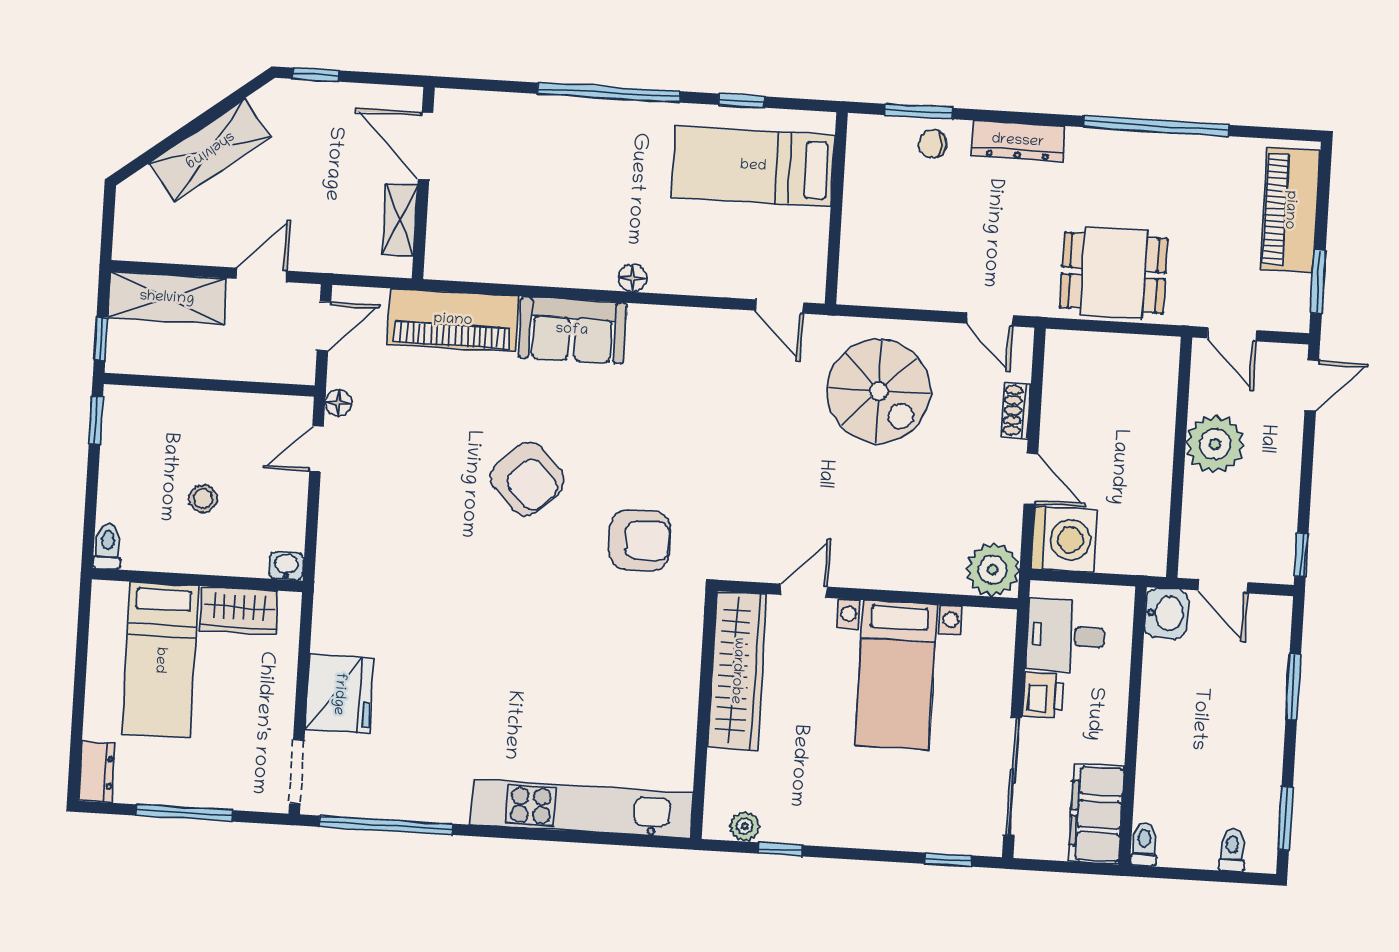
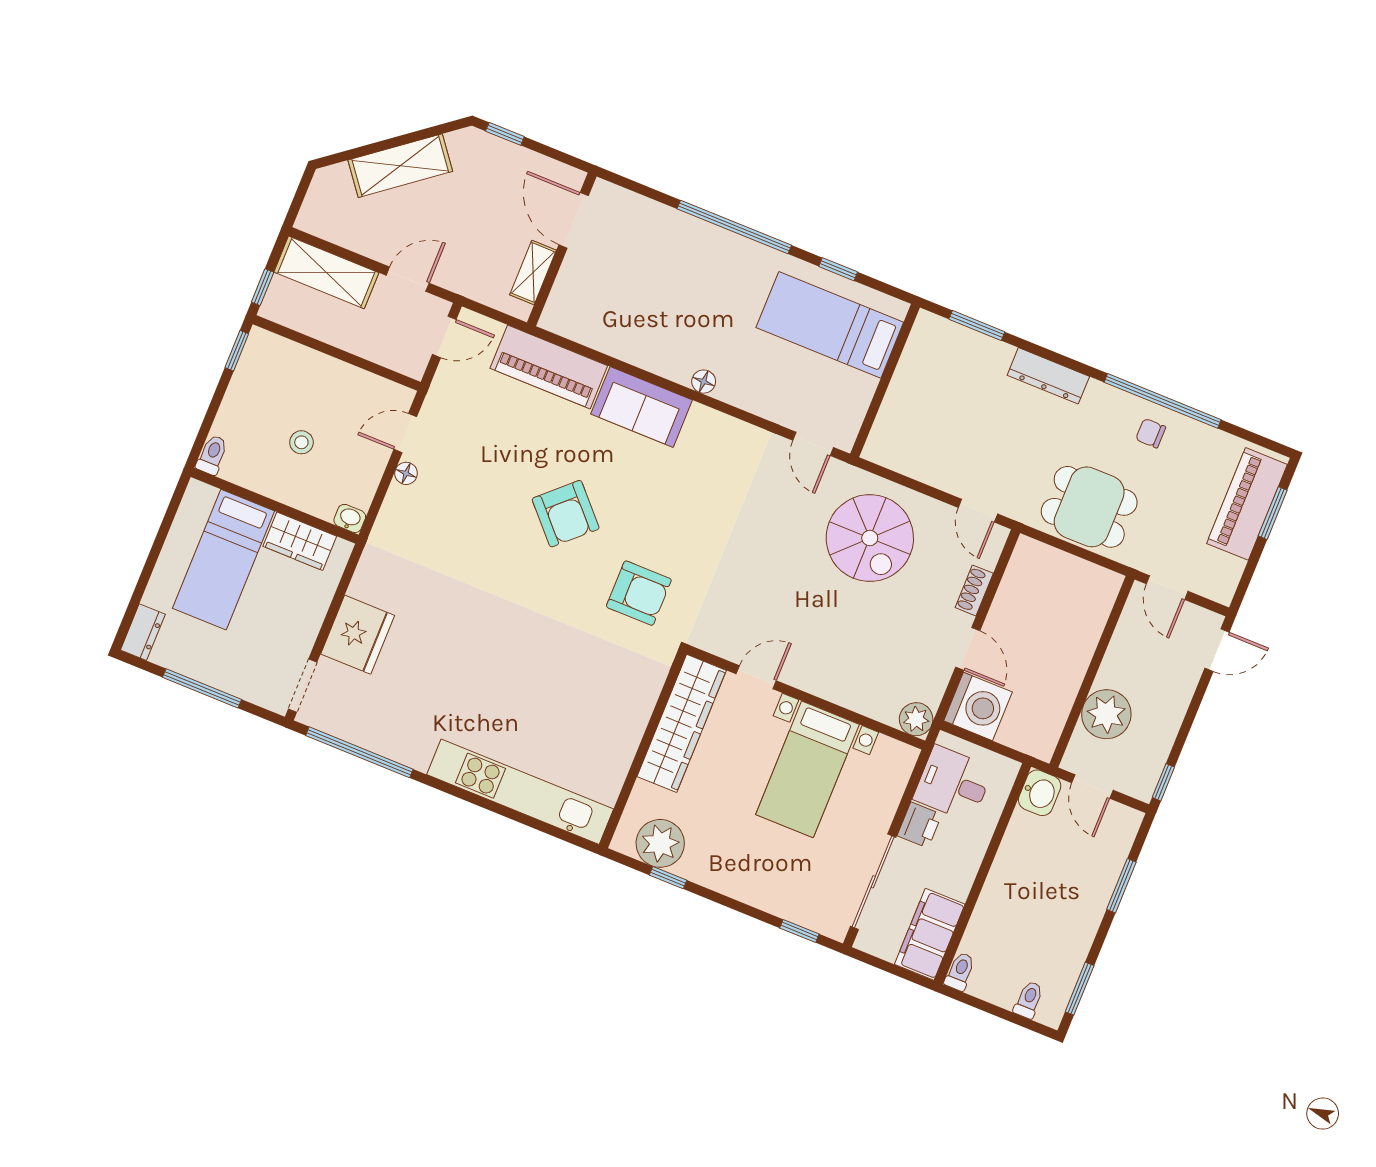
chair: (933, 144) -> (1151, 433), moved
window: (1318, 282) -> (1273, 513), moved
floor lamp: (338, 403) -> (406, 473), moved
plant: (1215, 444) -> (1106, 714), moved
plant: (993, 570) -> (916, 719), width x0.73, depth x0.73
plant: (745, 826) -> (660, 843), width x1.87, depth x1.87

